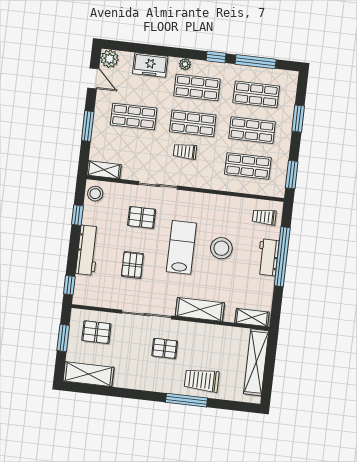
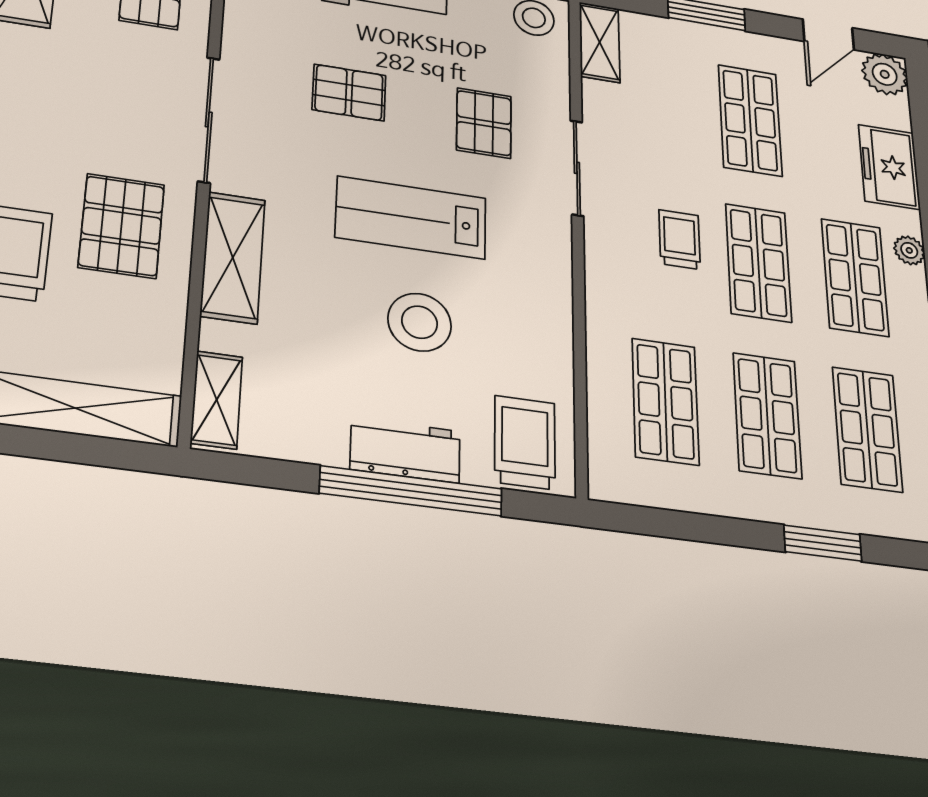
window: (292, 175) -> (659, 522), removed
trolley: (264, 217) -> (525, 443), width x1.36, depth x1.39
lab bench: (181, 247) -> (411, 218), turned 180
pallet: (165, 348) -> (122, 226), moved, width x1.50, depth x1.42

